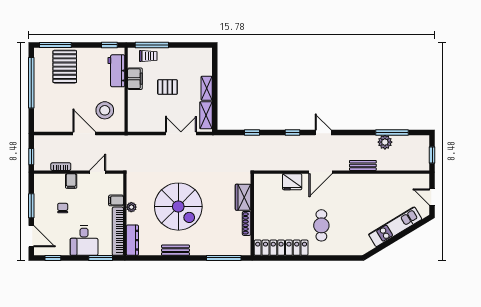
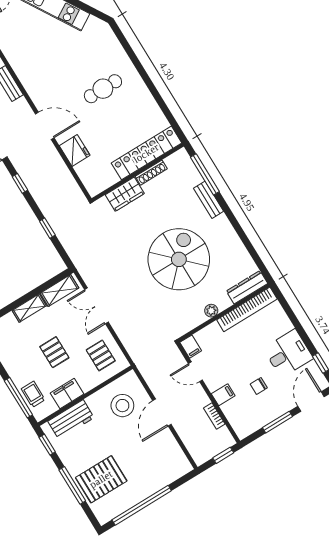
window: (55, 45) -> (72, 485), moved
pallet: (147, 116) -> (101, 355), added
filing cabinet: (116, 200) -> (191, 347), moved
desk: (84, 241) -> (288, 353), moved
locker: (281, 248) -> (146, 153), moved, turned 90
bench: (175, 250) -> (209, 200), moved
window: (101, 258) -> (288, 310), removed

